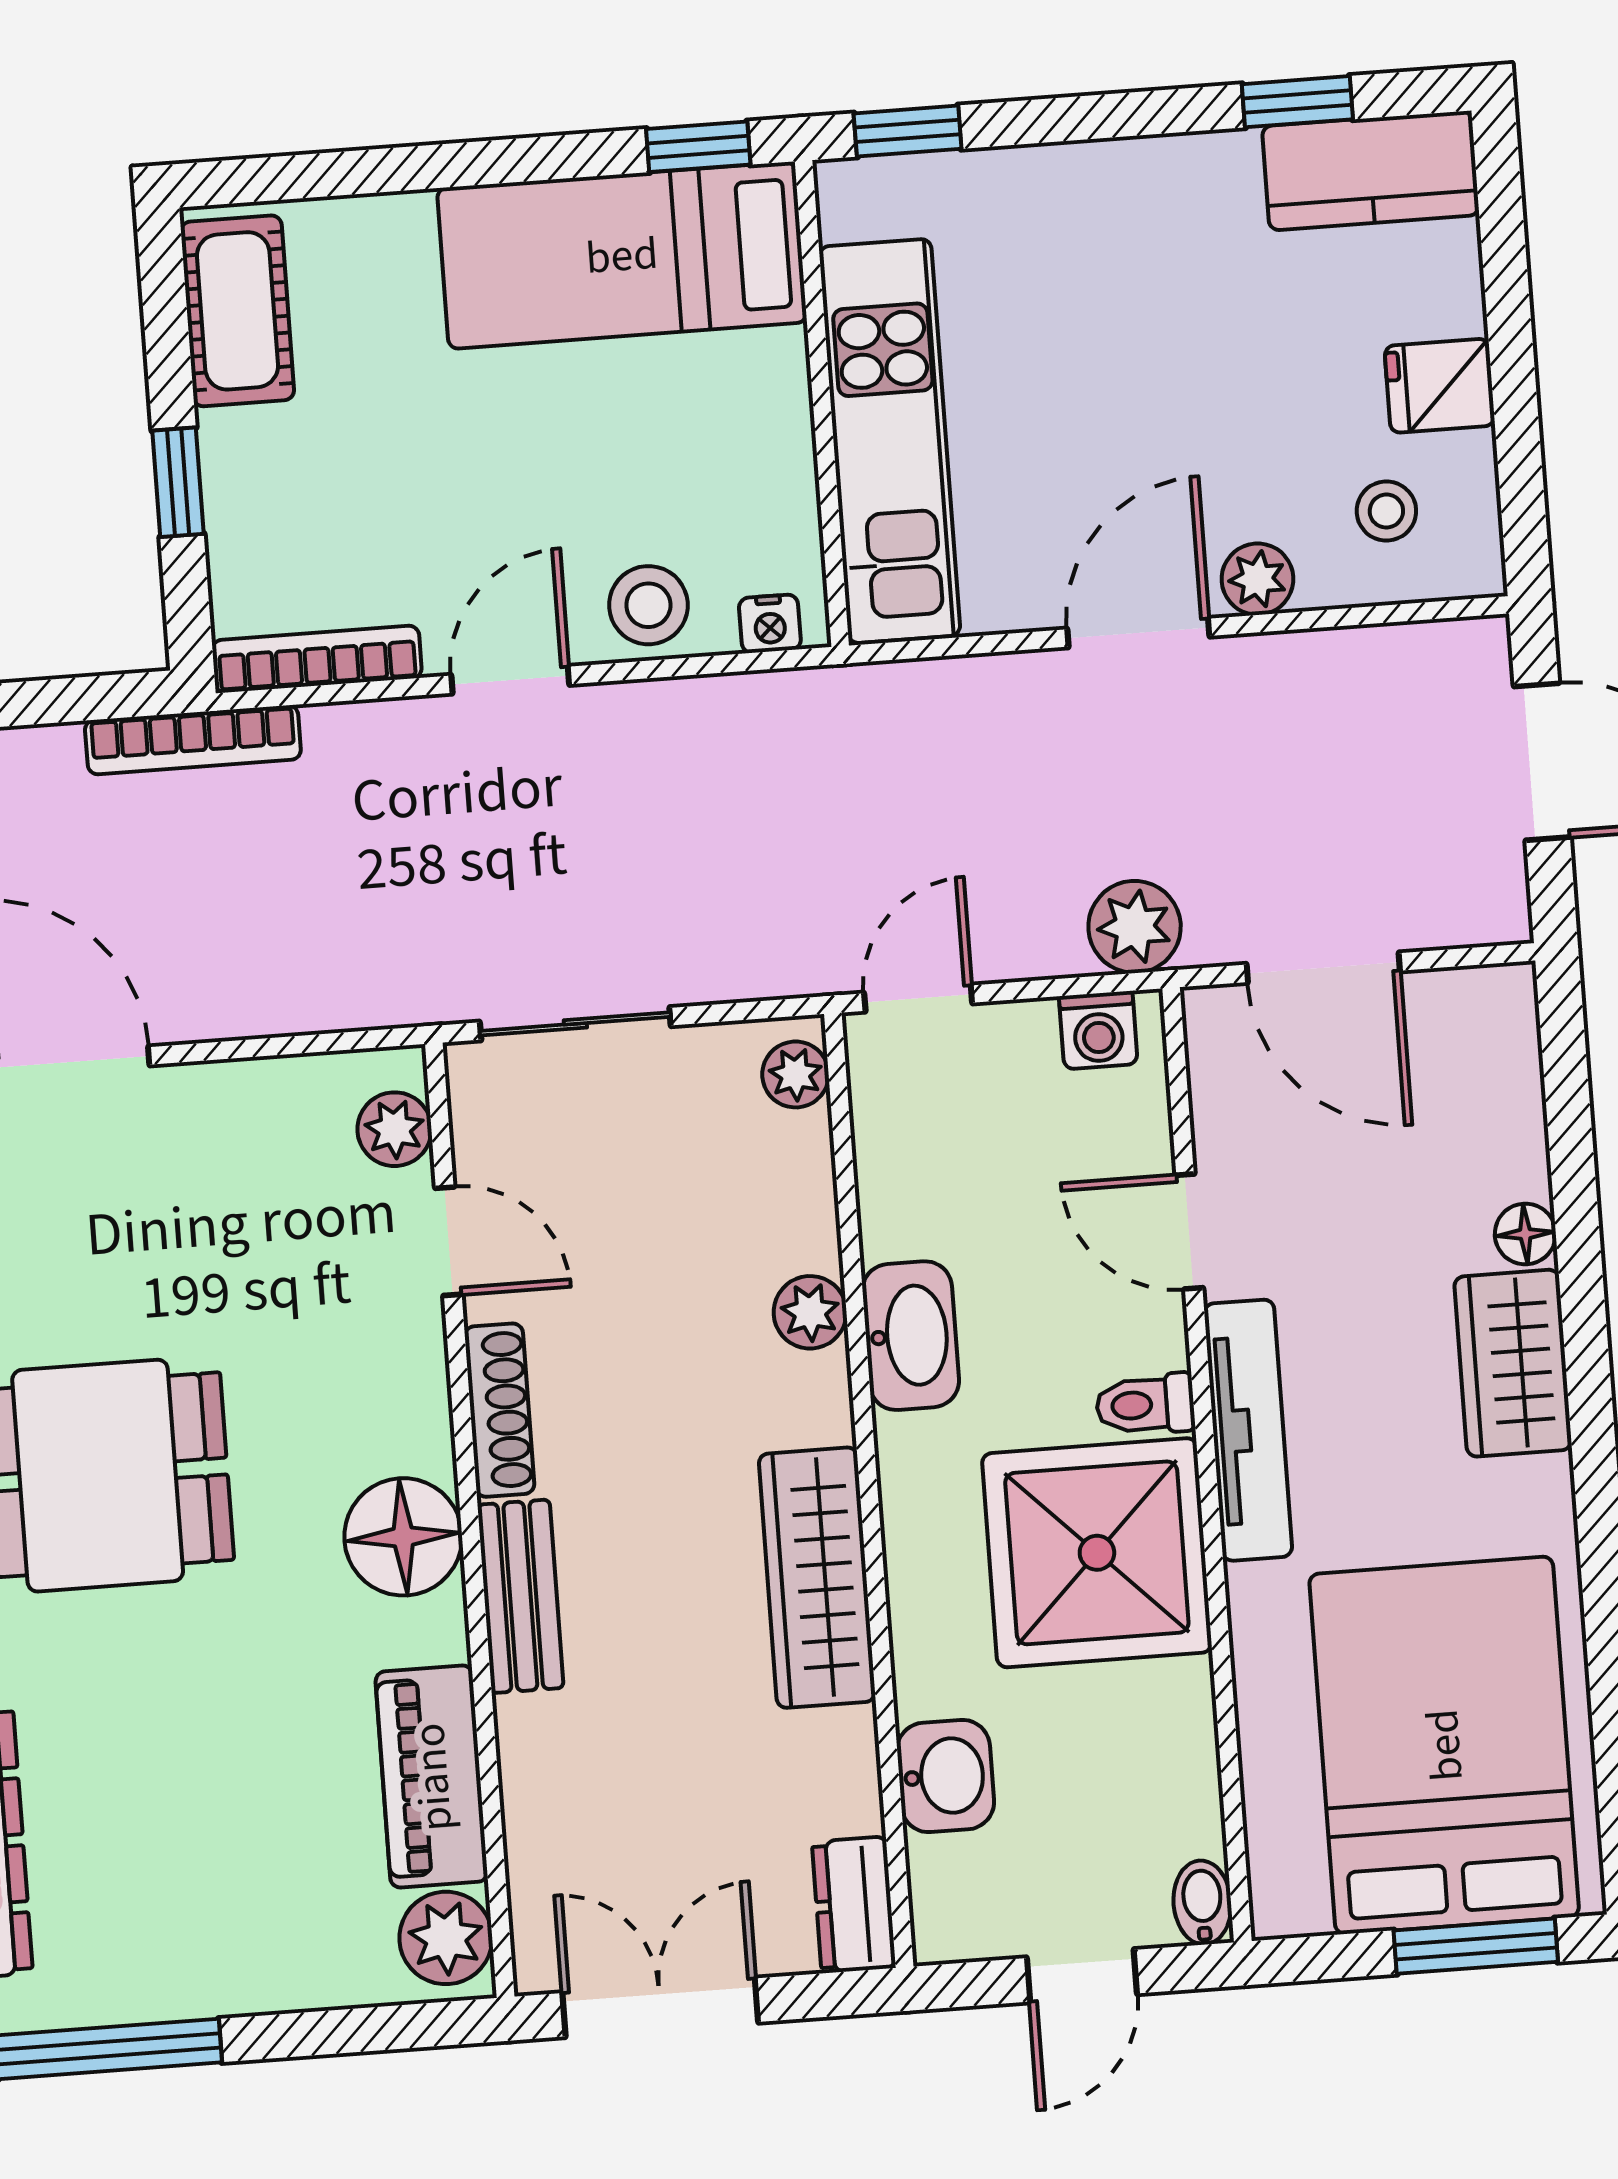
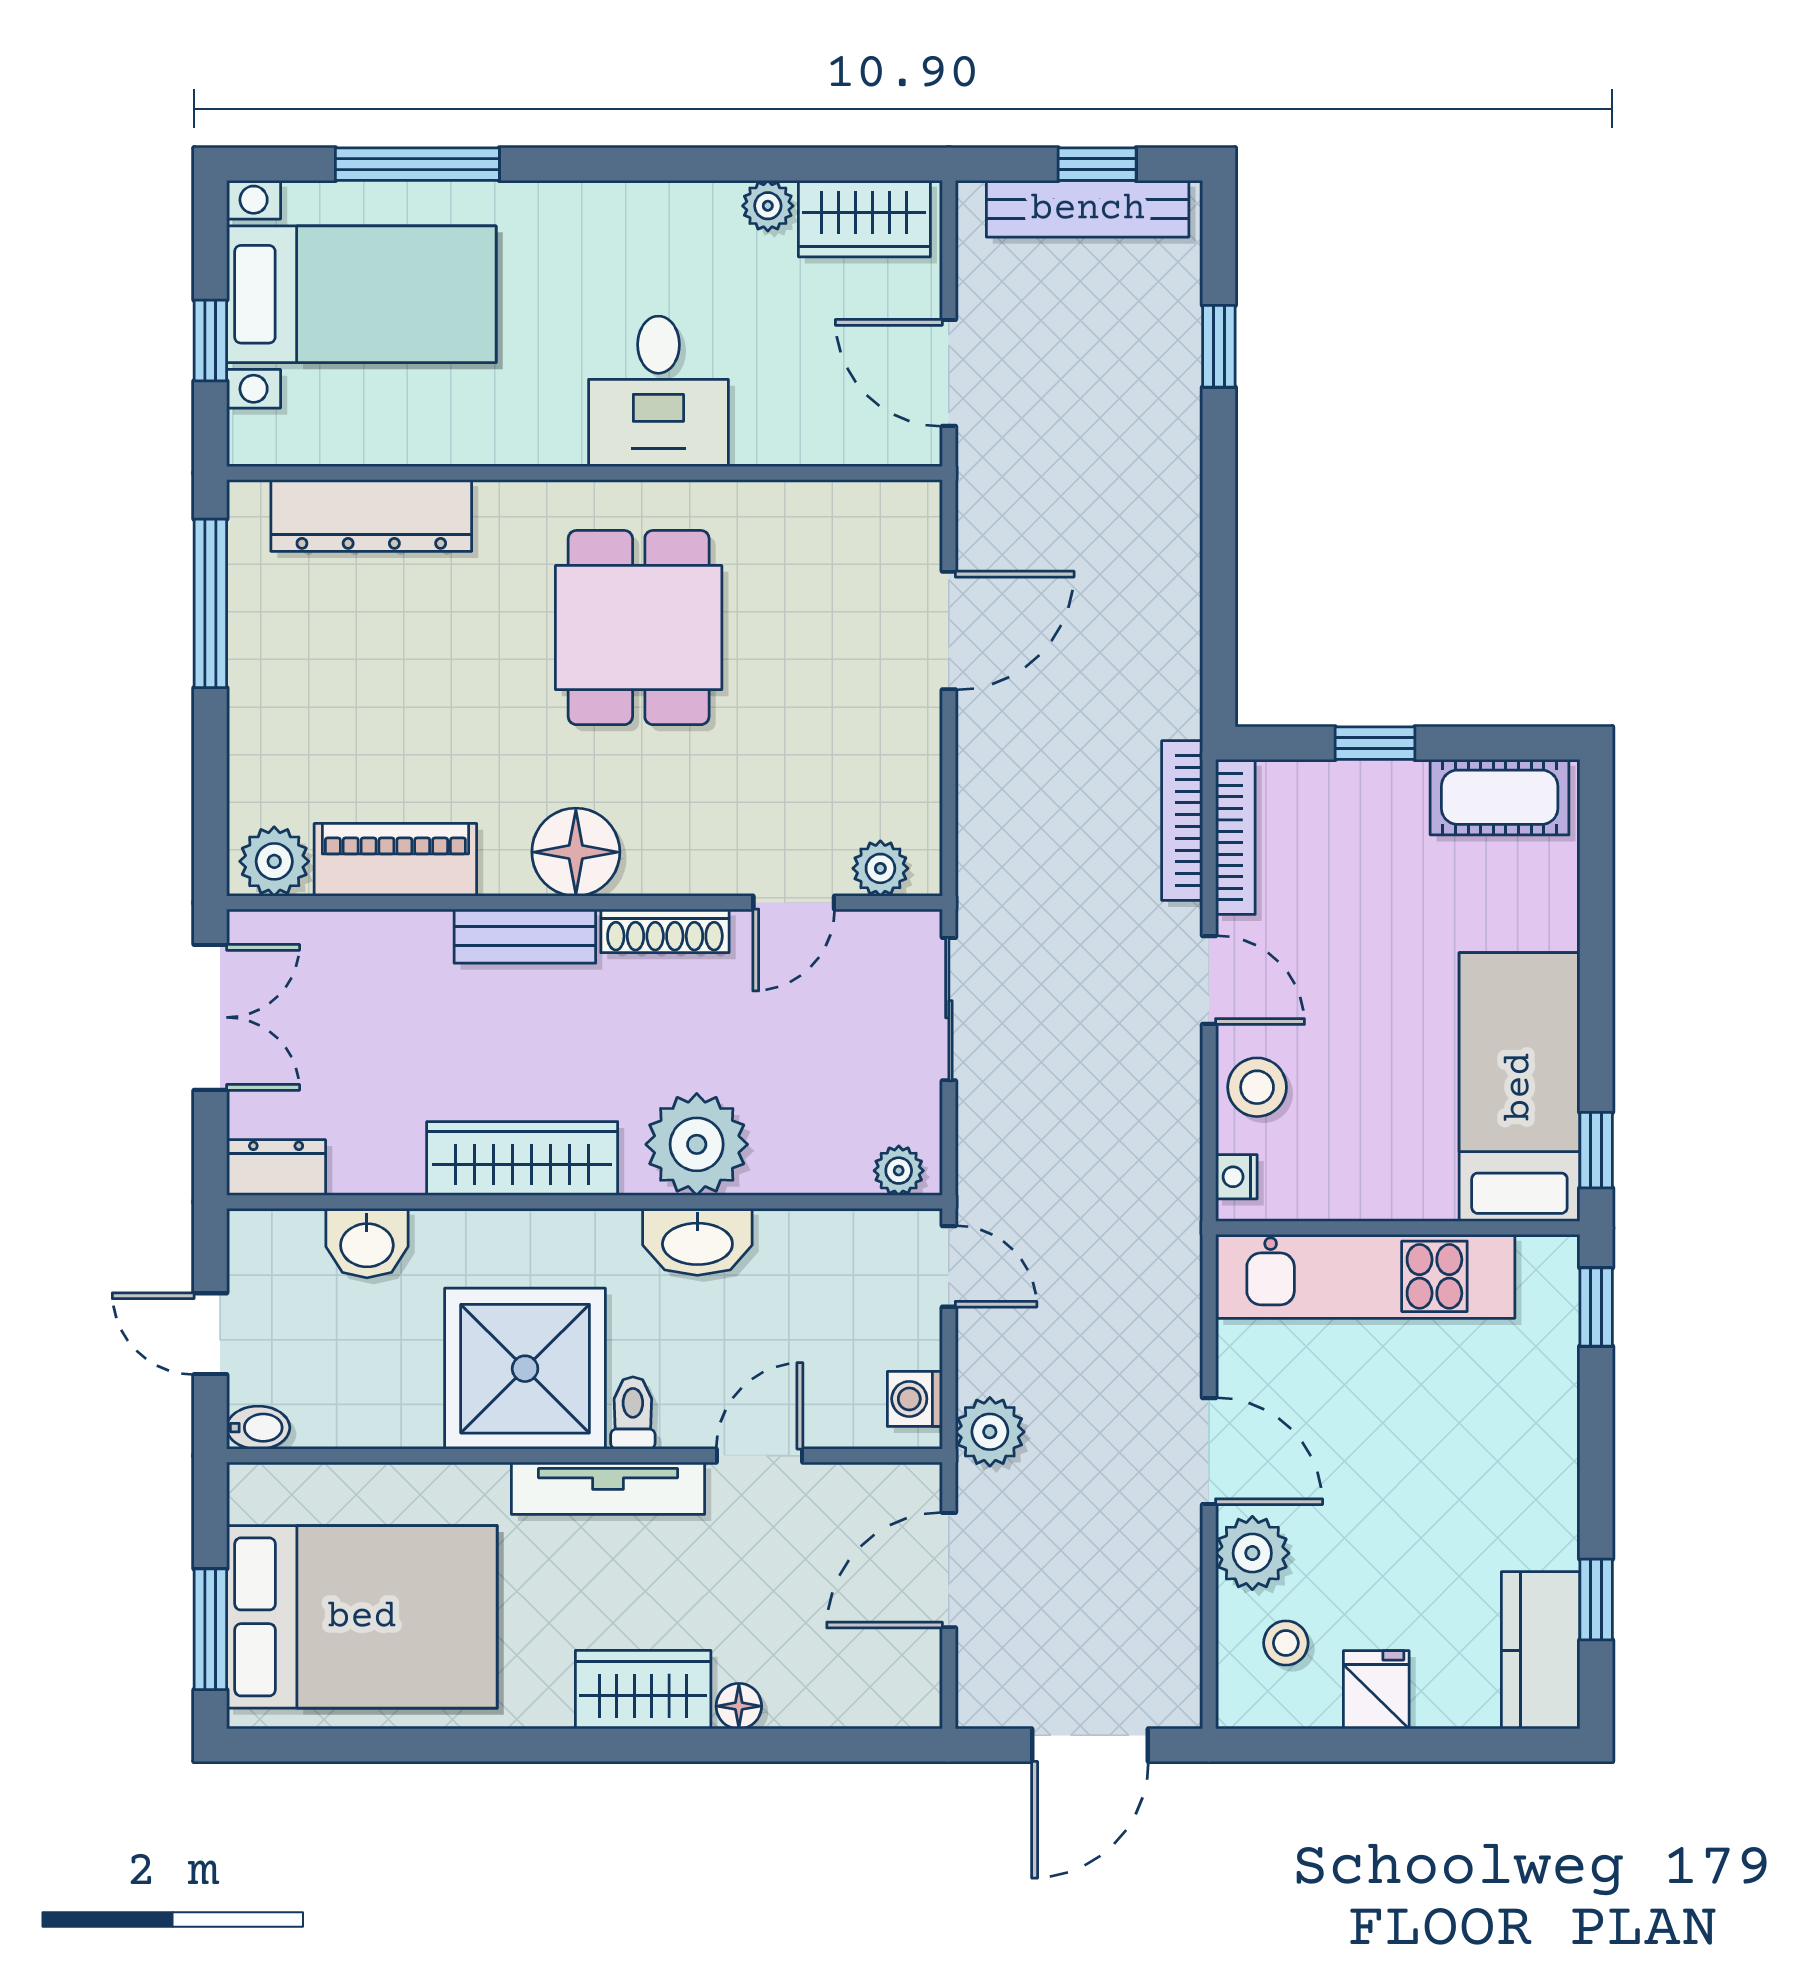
plant: (1257, 579) -> (1252, 1553), width x1.38, depth x1.38
bookcase: (193, 740) -> (1182, 821), moved
plant: (810, 1312) -> (697, 1144), width x1.88, depth x1.88

